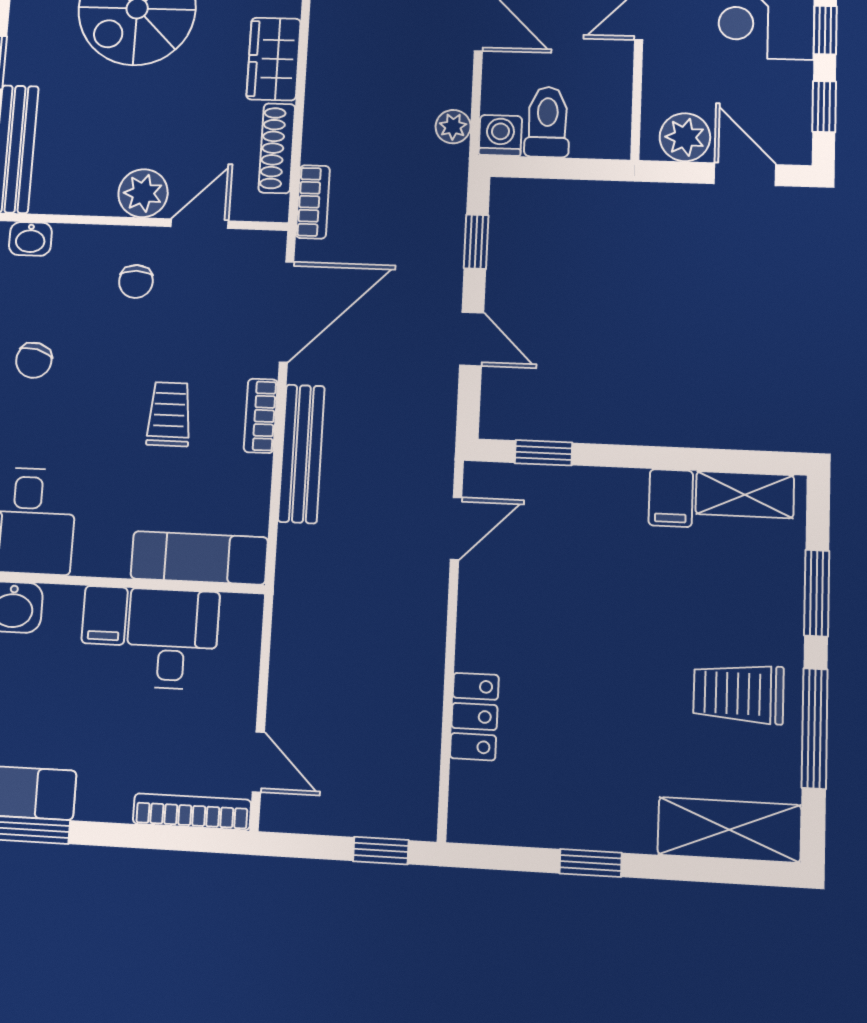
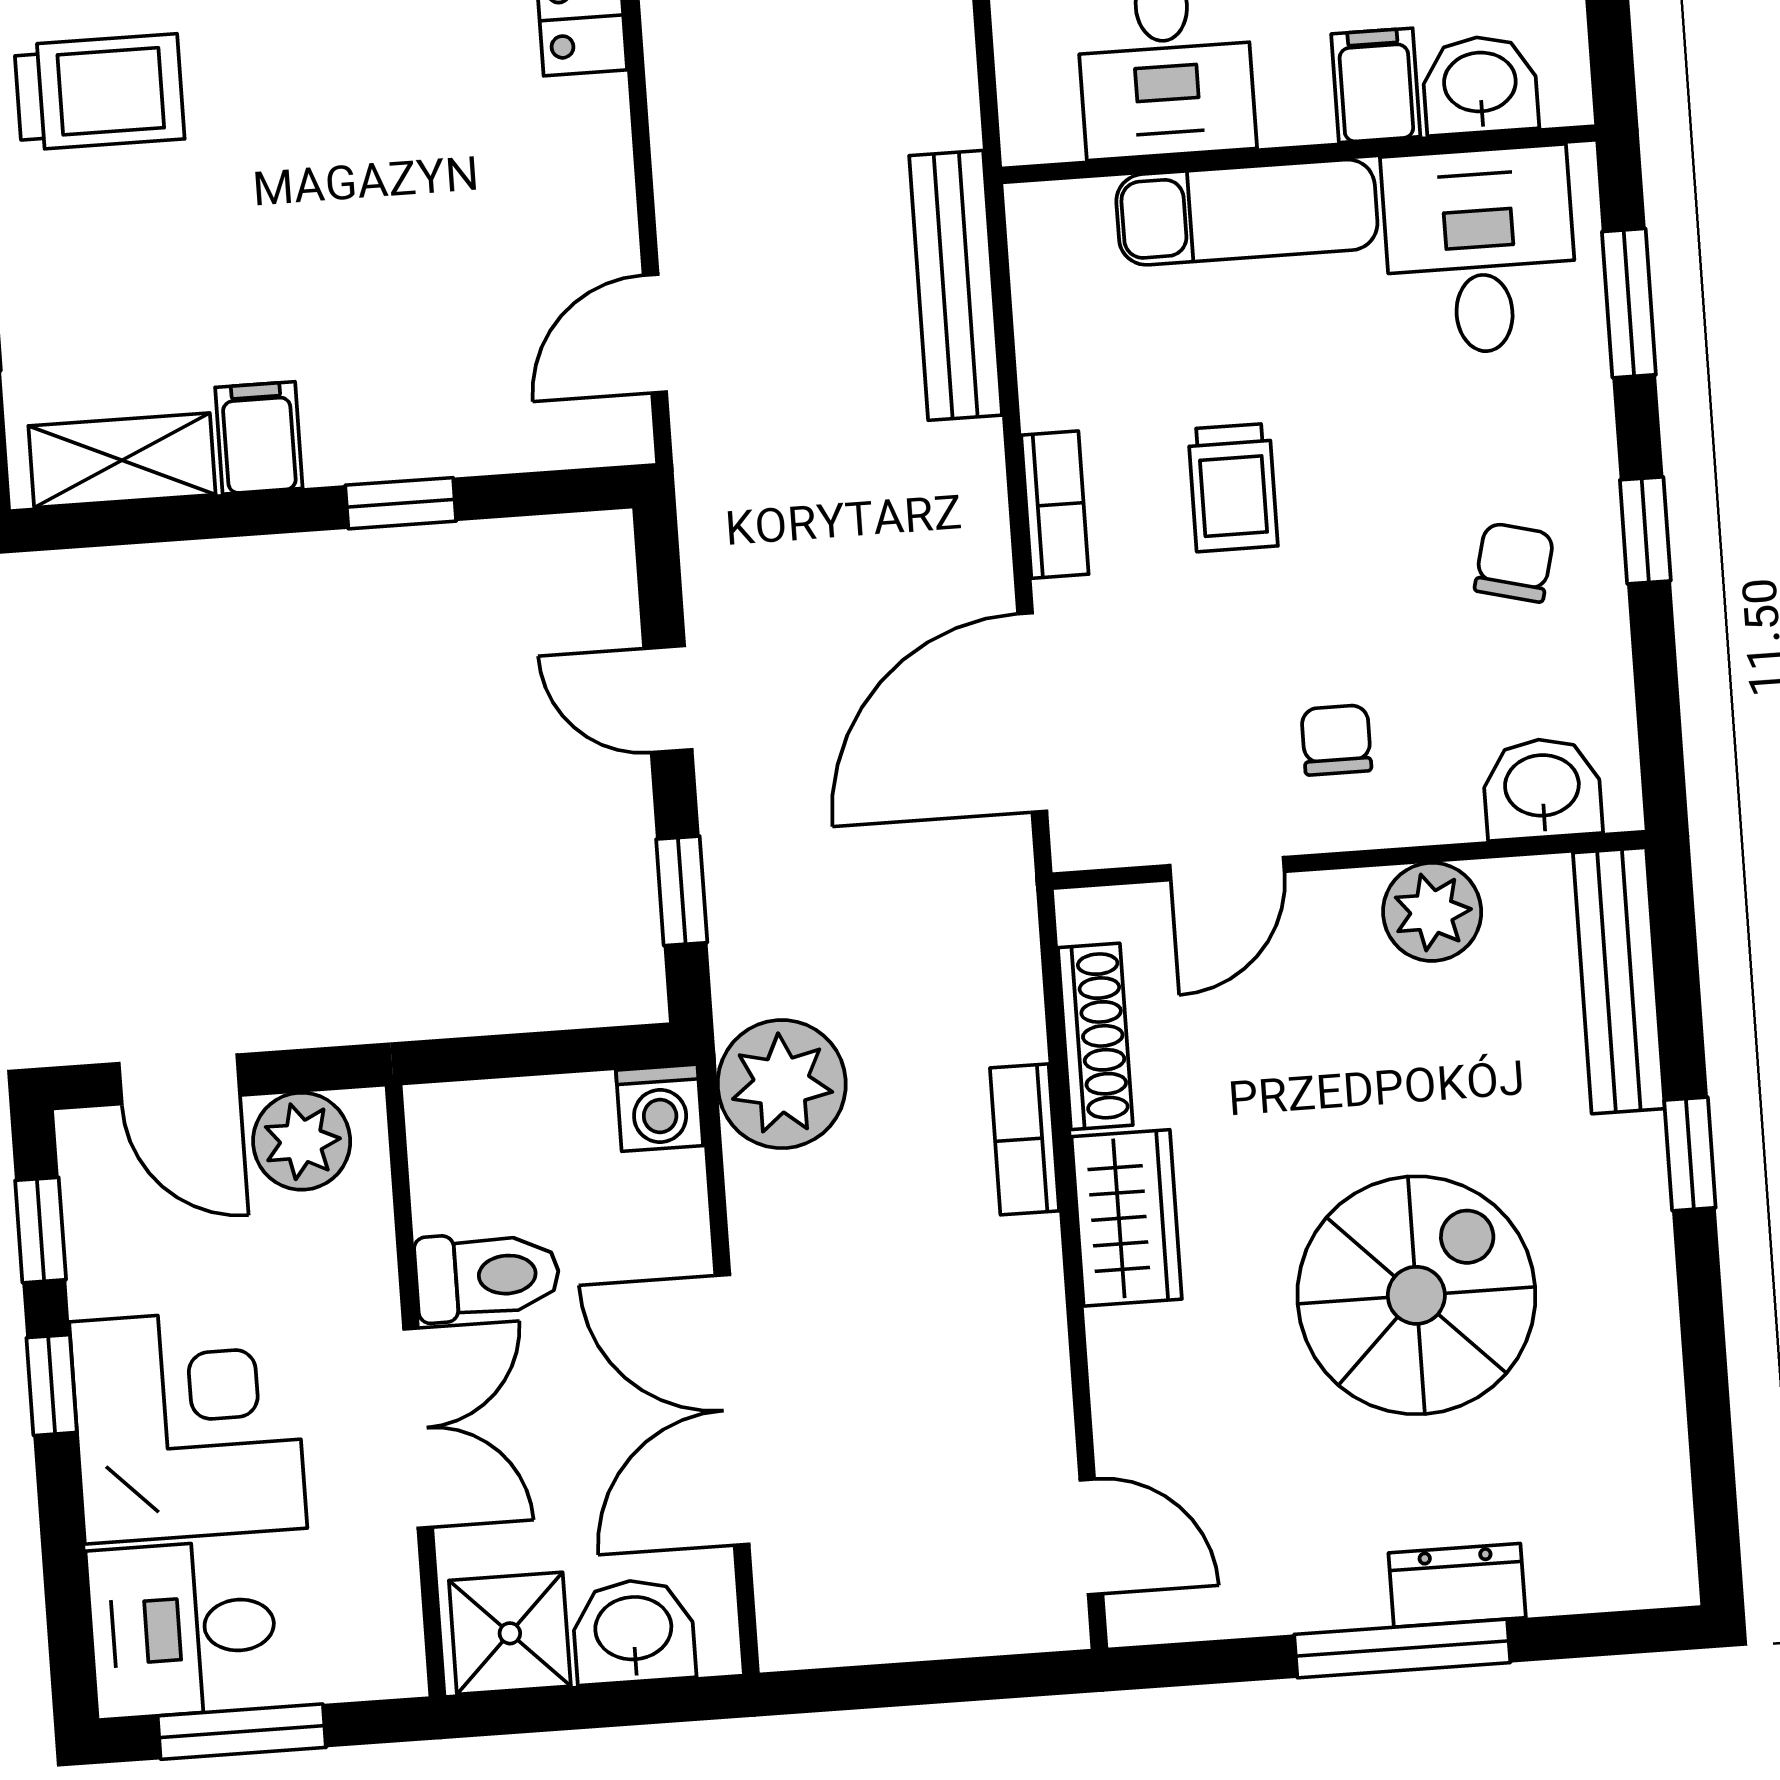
toilet: (547, 122) -> (487, 1276), moved, turned -90
plant: (453, 127) -> (782, 1084), width x1.87, depth x1.87
plant: (143, 193) -> (1432, 912), moved
bookcase: (313, 202) -> (1025, 1139), moved
washbasin: (30, 239) -> (1542, 788), width x1.38, depth x1.45
window: (543, 453) -> (401, 503), moved
bench: (301, 454) -> (956, 285), moved
exam couch: (199, 558) -> (1247, 212), moved
filing cabinet: (105, 615) -> (1376, 85), moved

